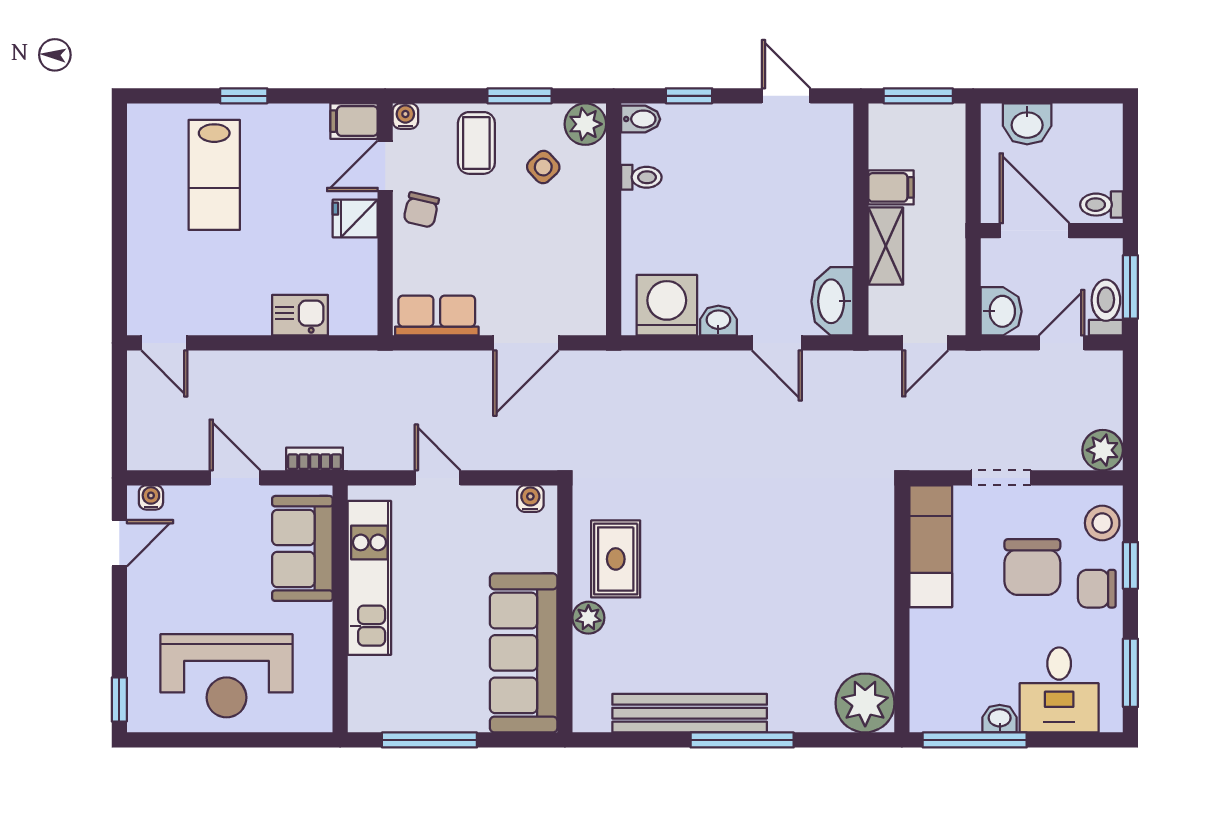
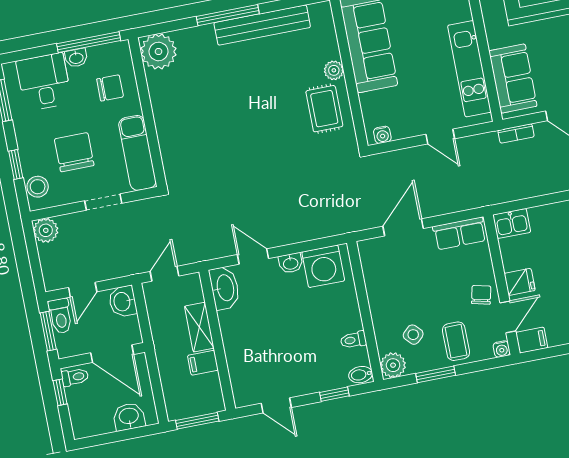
window: (1130, 185) -> (60, 392), added
kitchen sink: (300, 315) -> (512, 223), moved
chair: (1097, 589) -> (110, 88), moved

